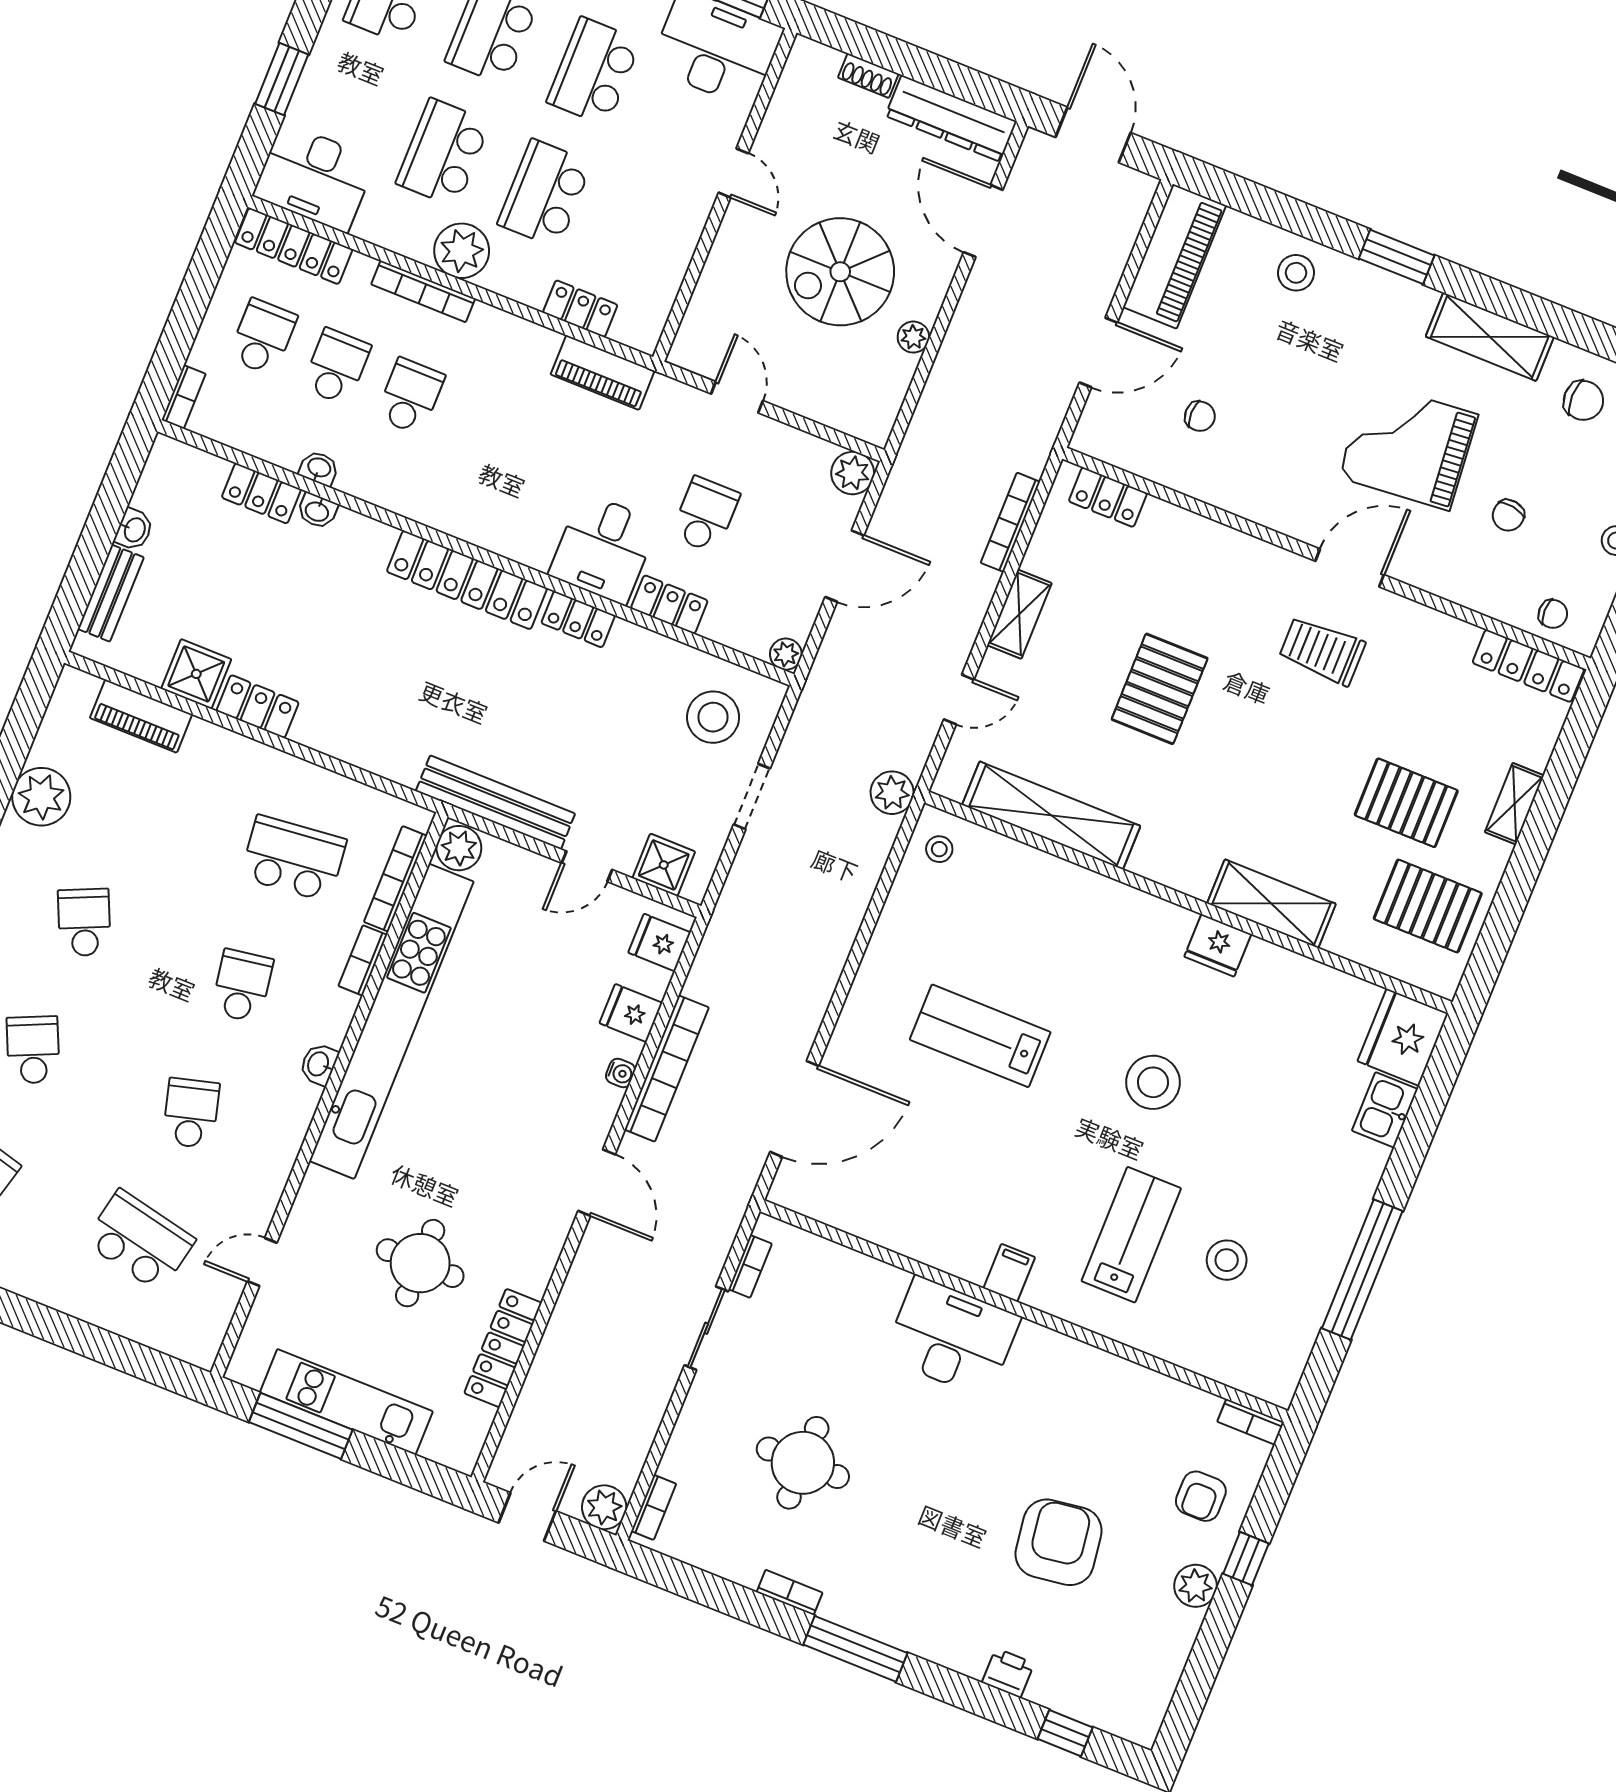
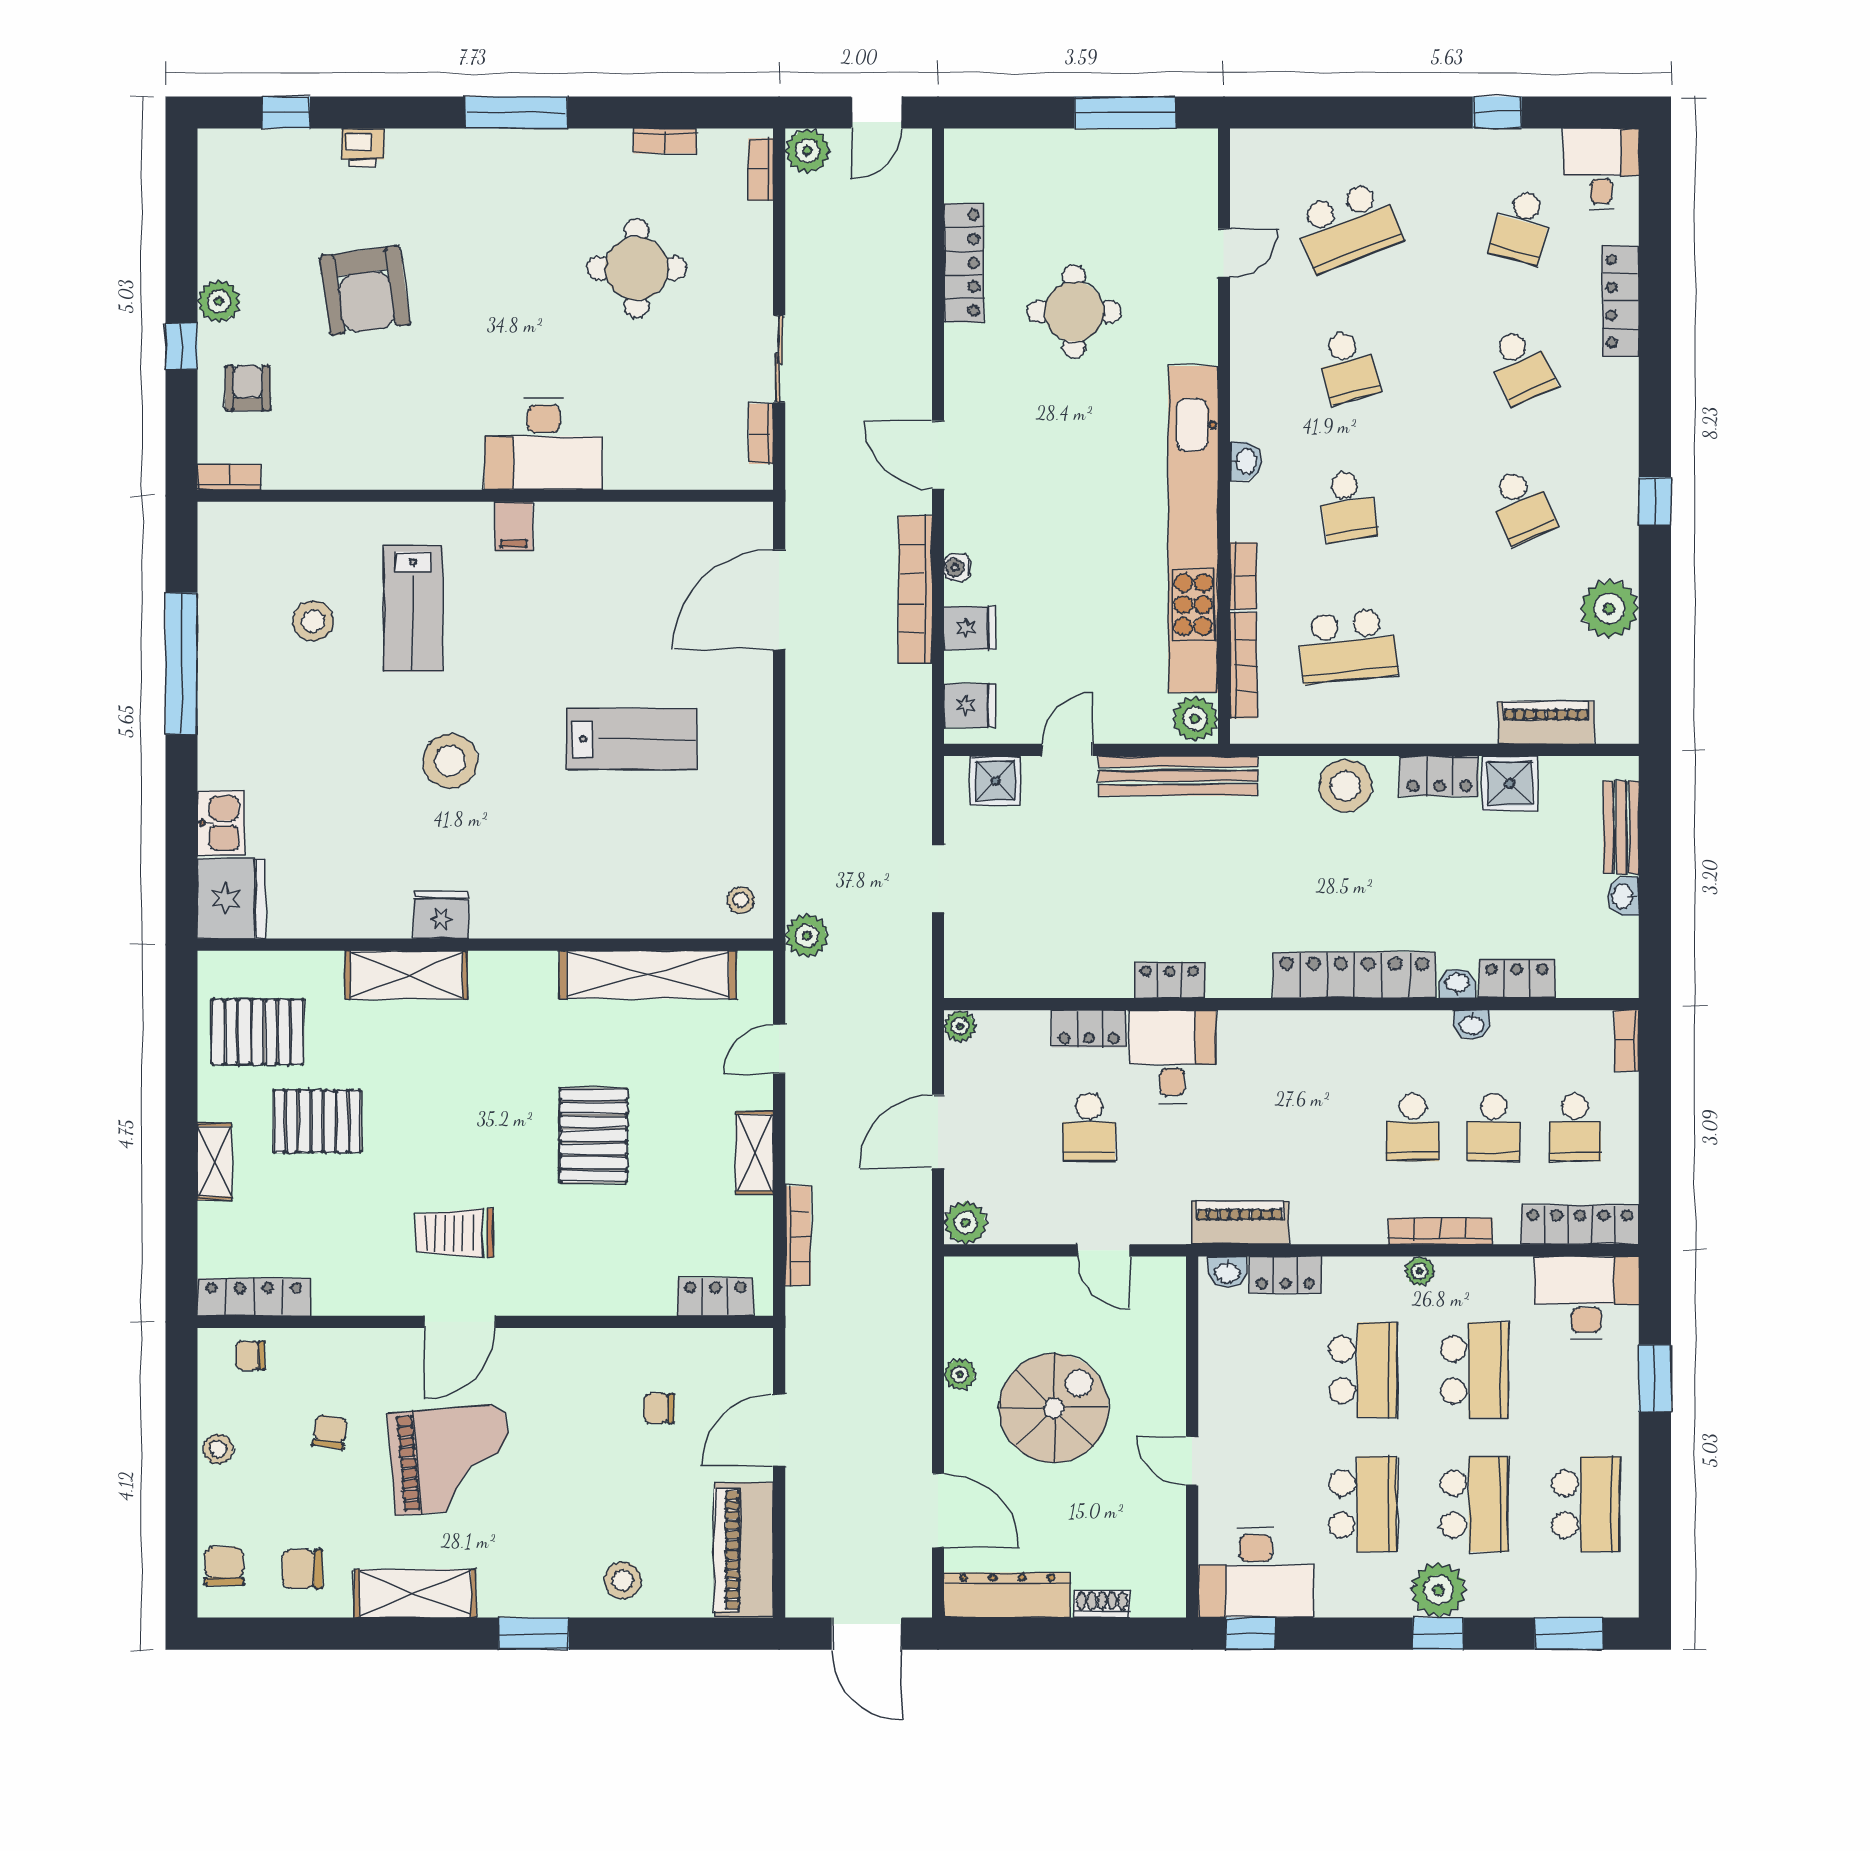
plant: (462, 251) -> (1420, 1271), width x0.53, depth x0.53
washbasin: (632, 332) -> (1227, 1272), added
locker: (467, 580) -> (1355, 975), moved
trolley: (1322, 651) -> (455, 1233), turned 180
stool: (713, 717) -> (1345, 786), moved
school desk: (140, 1241) -> (1348, 226), turned -33
kitchen unit: (346, 1402) -> (1091, 152), removed
bookcase: (790, 1592) -> (665, 141), moved

